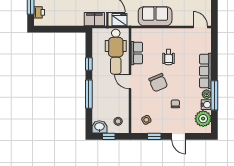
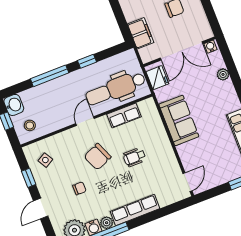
filing cabinet: (94, 19) -> (141, 33), moved

